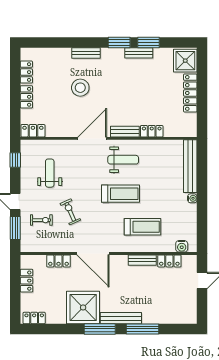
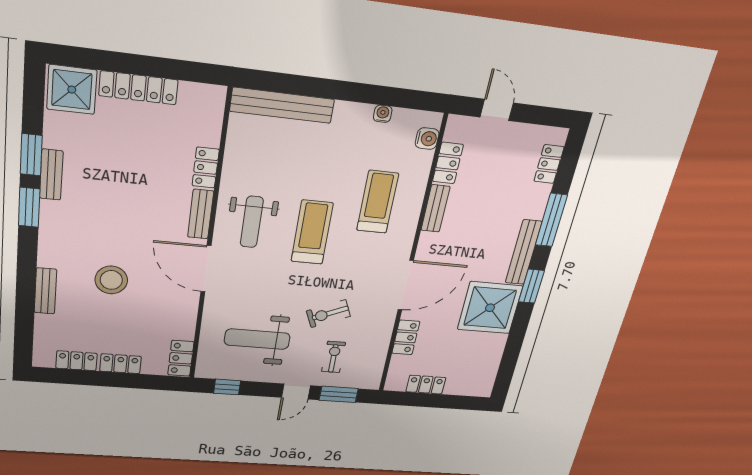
bench: (86, 53) -> (45, 291), moved
weight bench: (123, 160) -> (252, 222), turned 180
weight bench: (50, 173) -> (257, 339), width x1.36, depth x1.33
water cooler: (192, 198) -> (383, 114), moved
locker: (34, 318) -> (549, 164), moved
window: (100, 329) -> (531, 286), width x0.69

